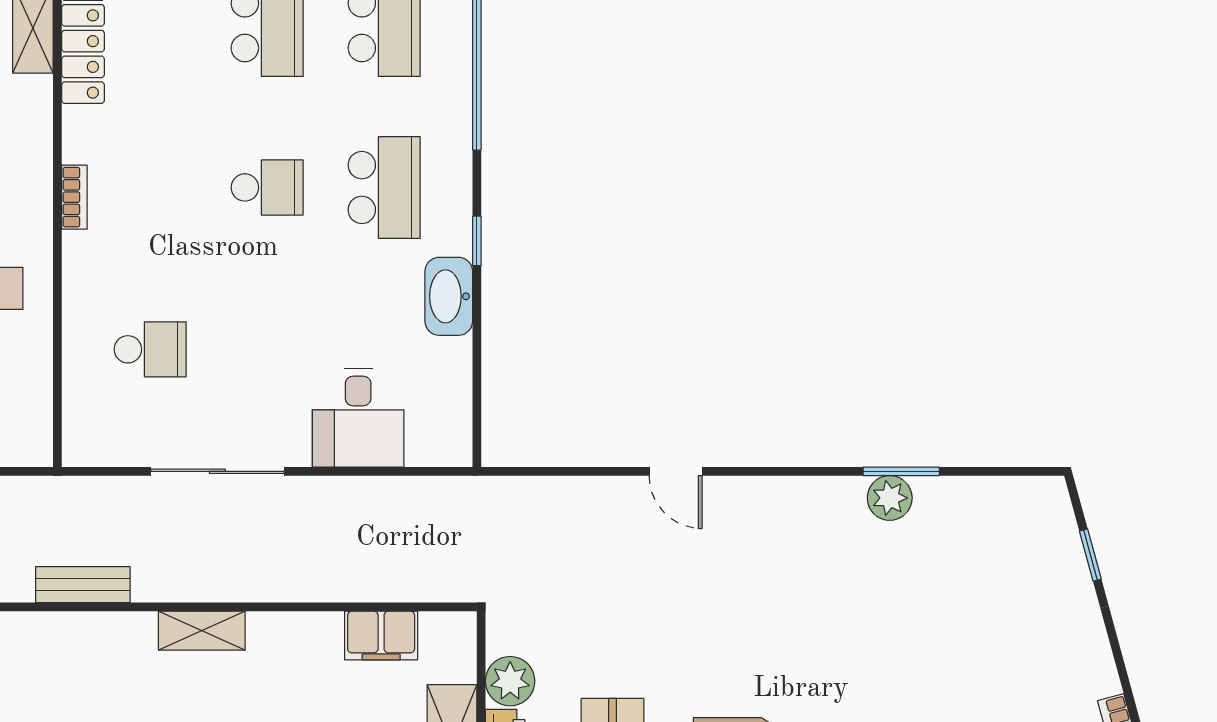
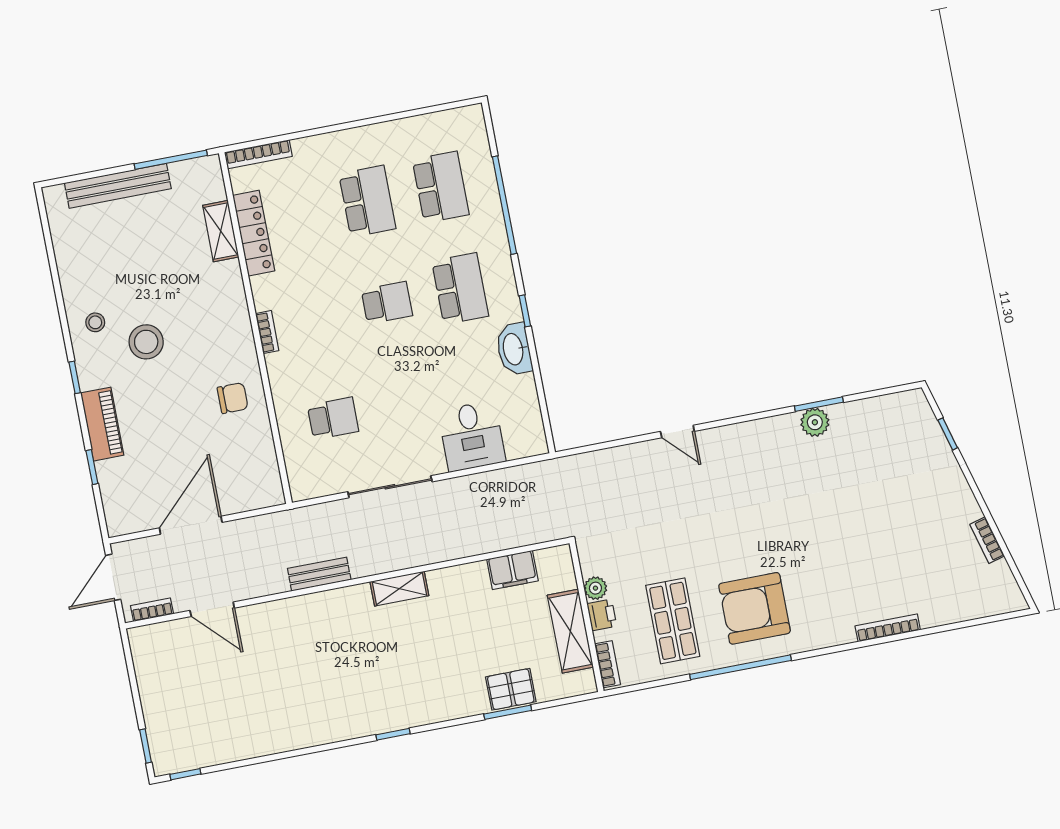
plant: (510, 681) -> (595, 588), width x0.73, depth x0.73

